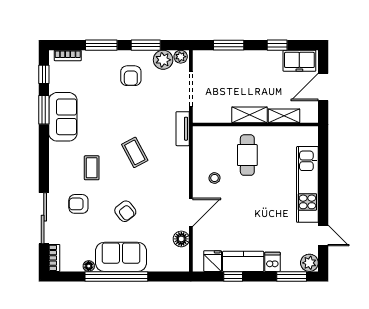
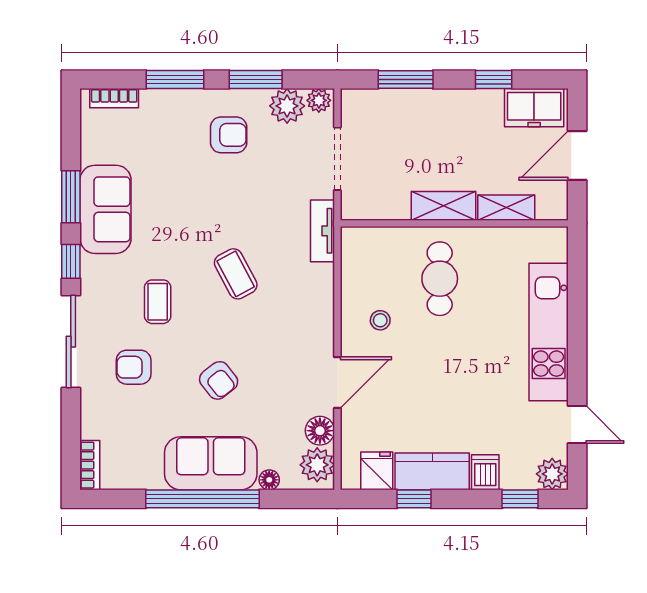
window: (44, 74) -> (71, 261), moved
armchair: (131, 76) -> (229, 135), turned -90
sliding door: (44, 218) -> (71, 342), moved
plant: (180, 258) -> (317, 465), added
floor lamp: (89, 266) -> (269, 480), moved
window: (292, 277) -> (520, 499), width x0.67

